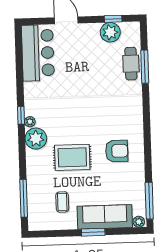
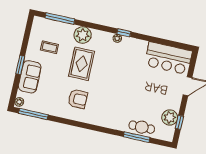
plant: (36, 139) -> (83, 35), moved
armchair: (117, 151) -> (78, 99), turned -90
sofa: (105, 217) -> (30, 77), width x0.73

